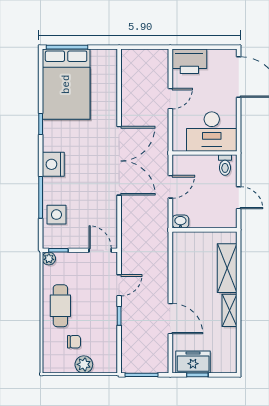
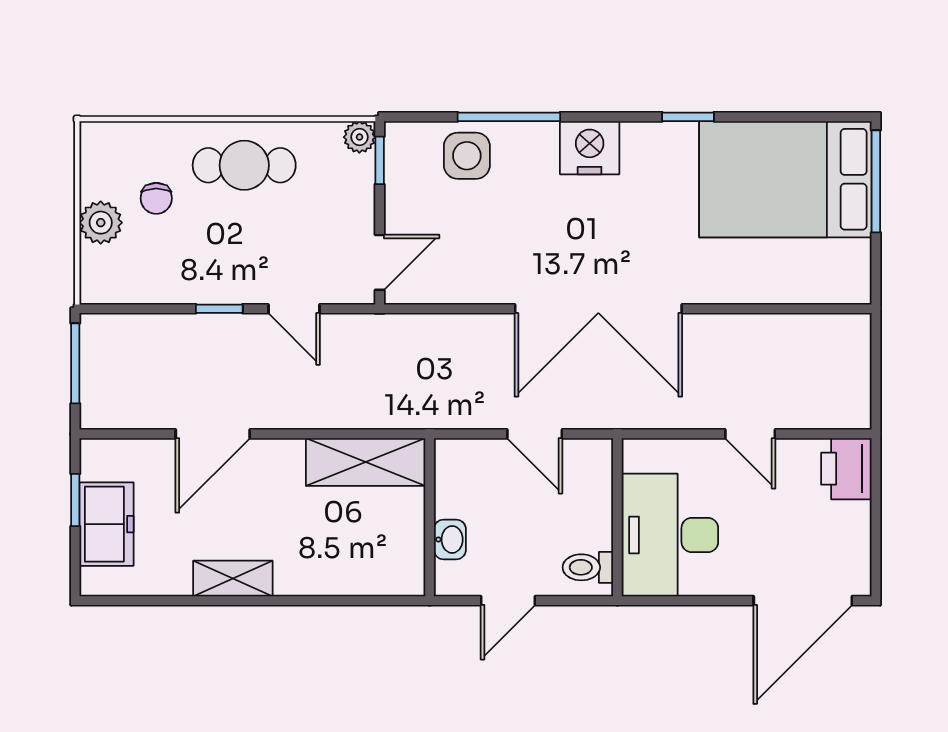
printer: (189, 61) -> (846, 469), width x0.73, depth x0.84
washbasin: (180, 222) -> (450, 539), moved
shelving: (227, 268) -> (366, 462), moved
freezer: (193, 362) -> (106, 524), moved

